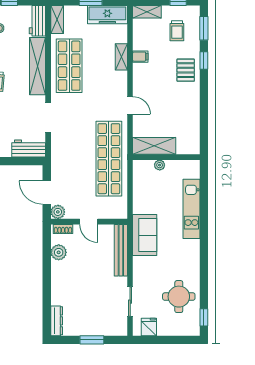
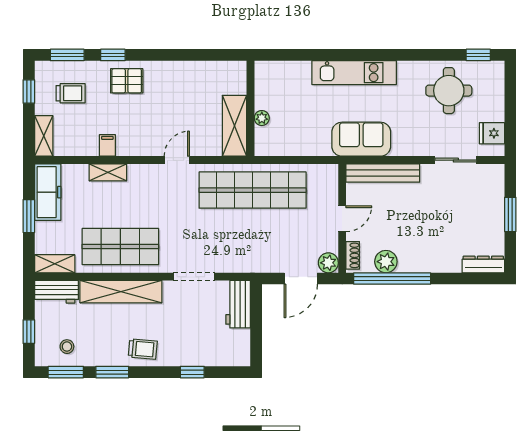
kitchen unit: (191, 209) -> (354, 73), moved
window: (47, 257) -> (392, 278), added

